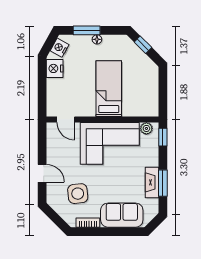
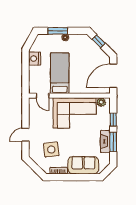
nightstand: (60, 48) -> (38, 43), removed
bed: (109, 89) -> (60, 73), moved
door: (163, 92) -> (113, 76), added
window: (163, 137) -> (113, 120), moved
door: (42, 173) -> (25, 135), swing flipped

